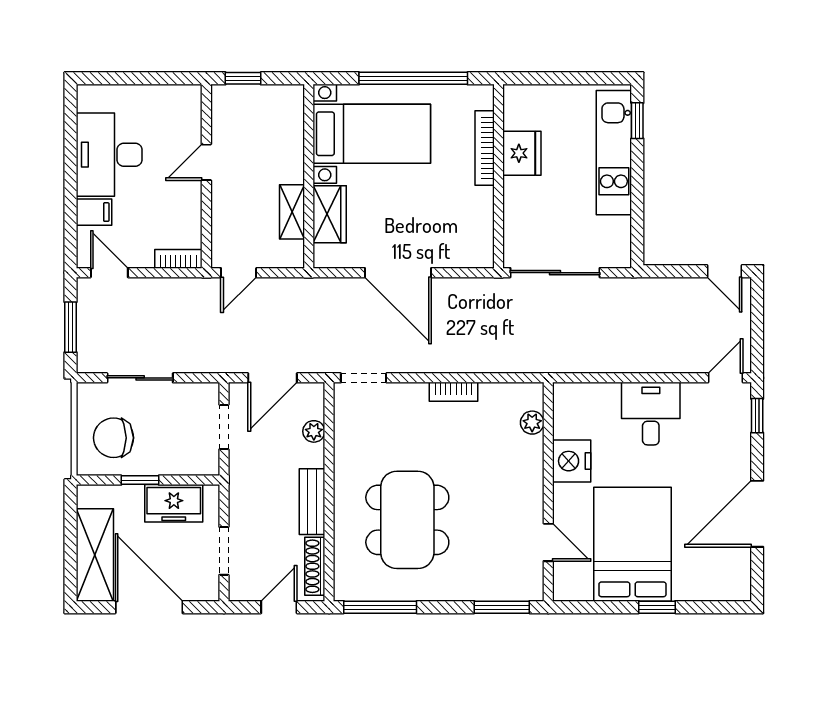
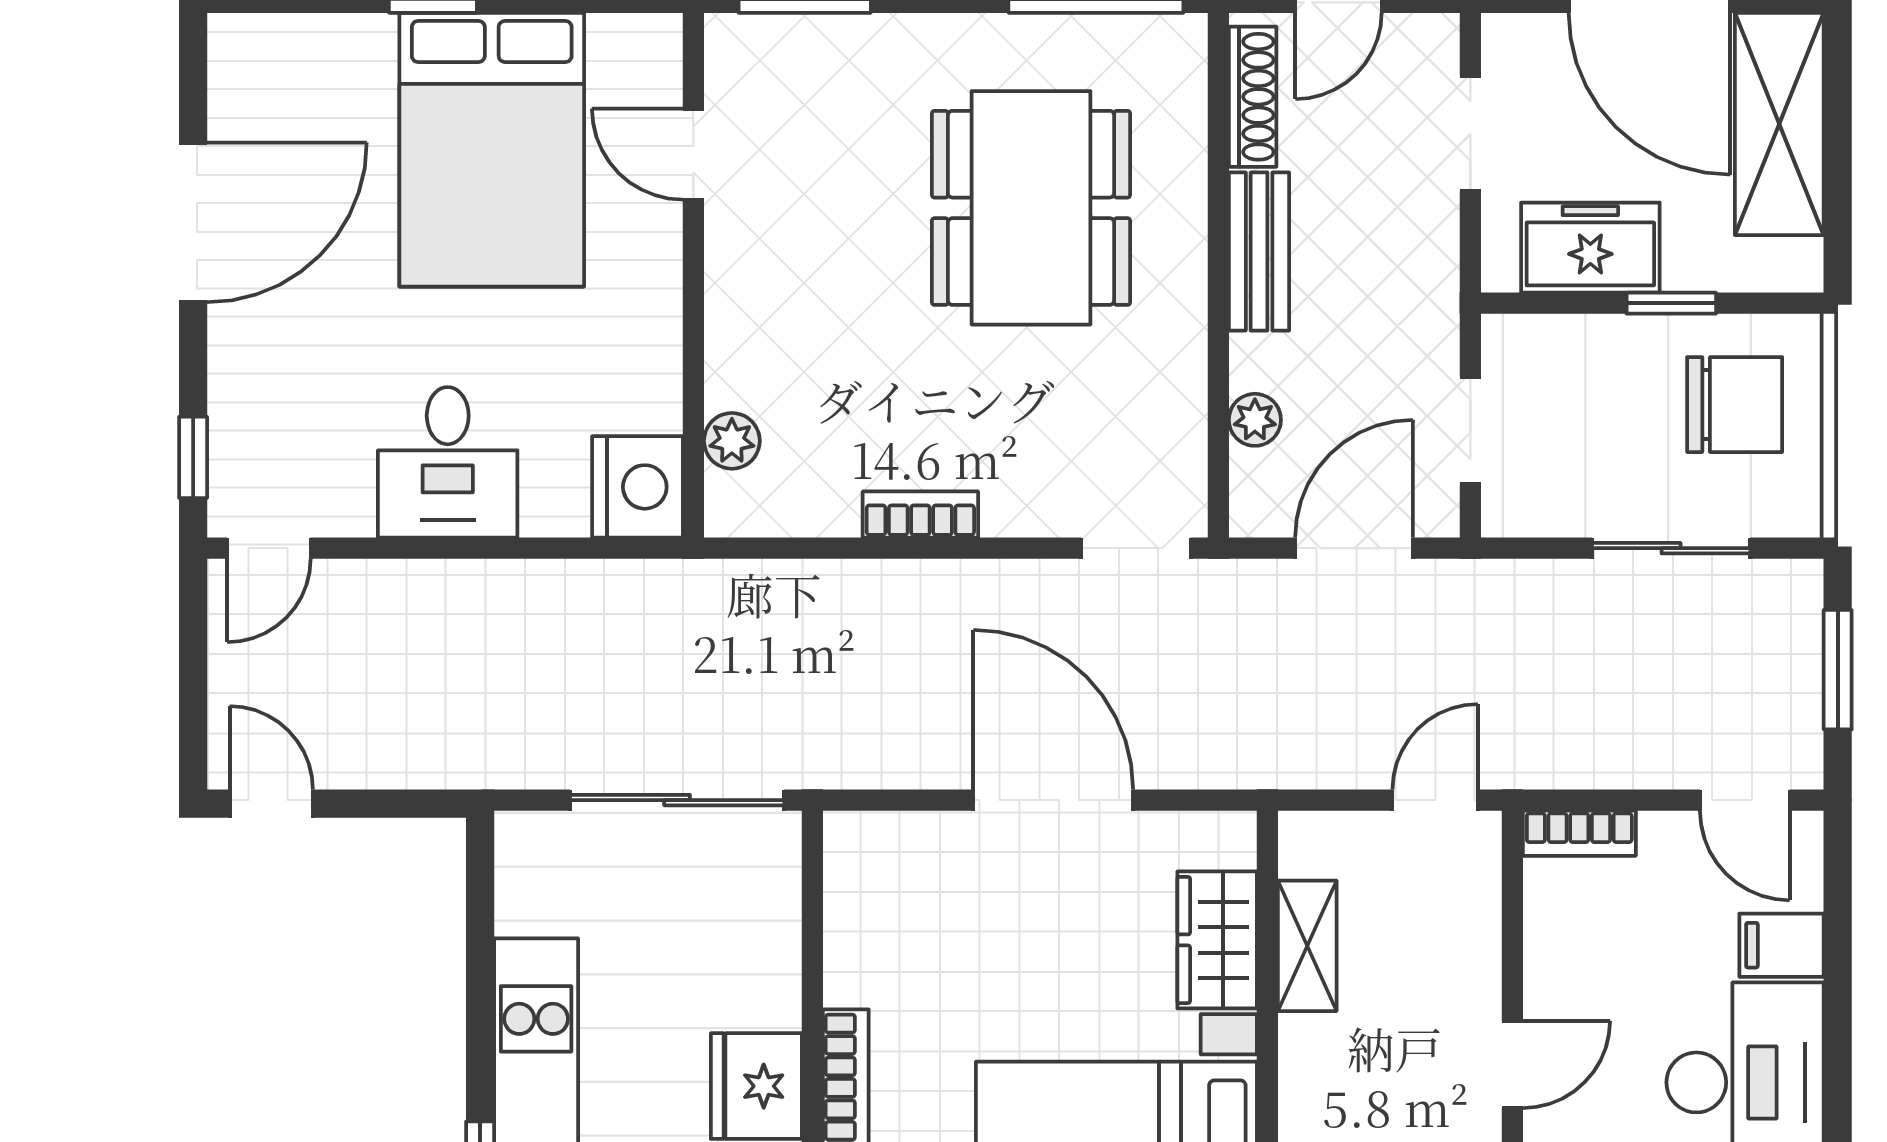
nightstand: (572, 461) -> (638, 487), moved

